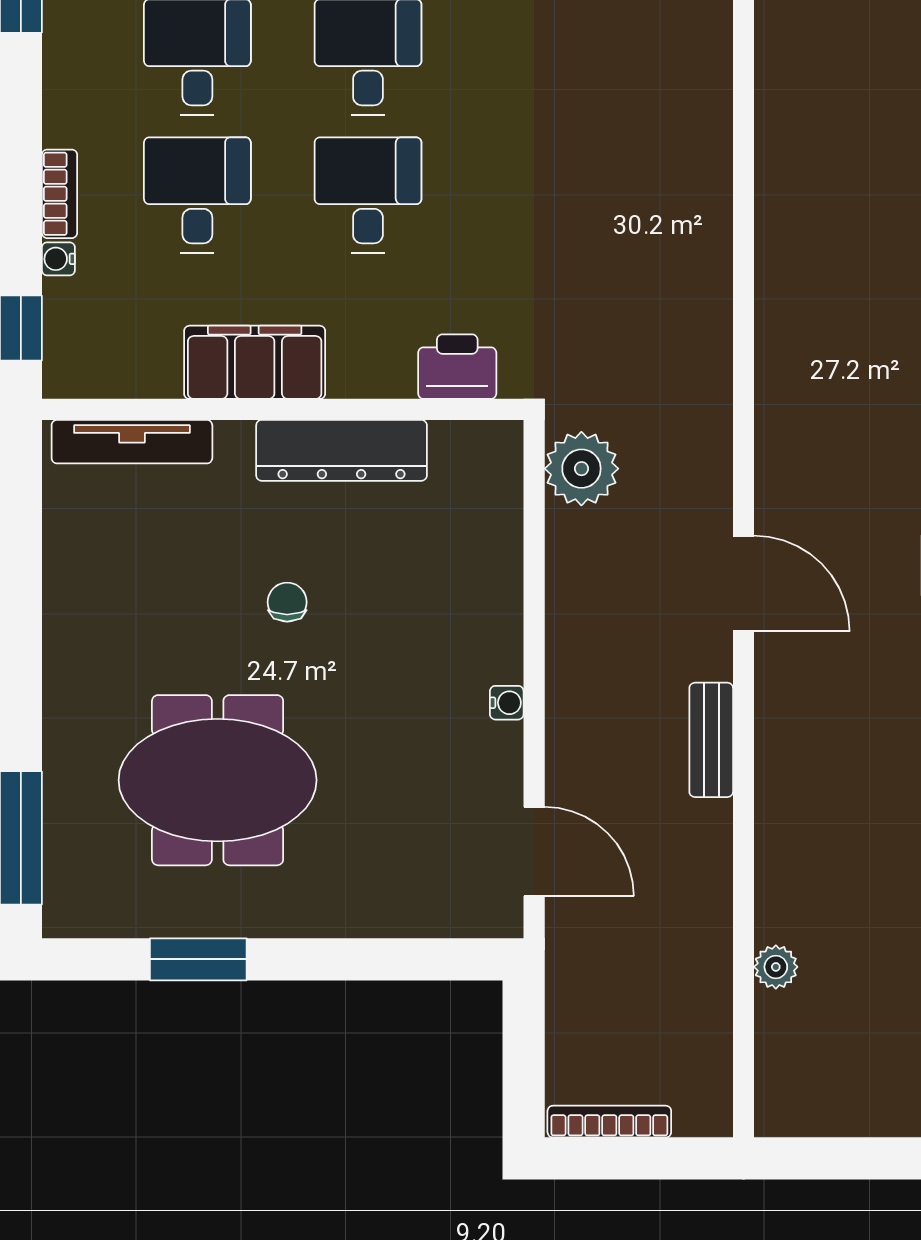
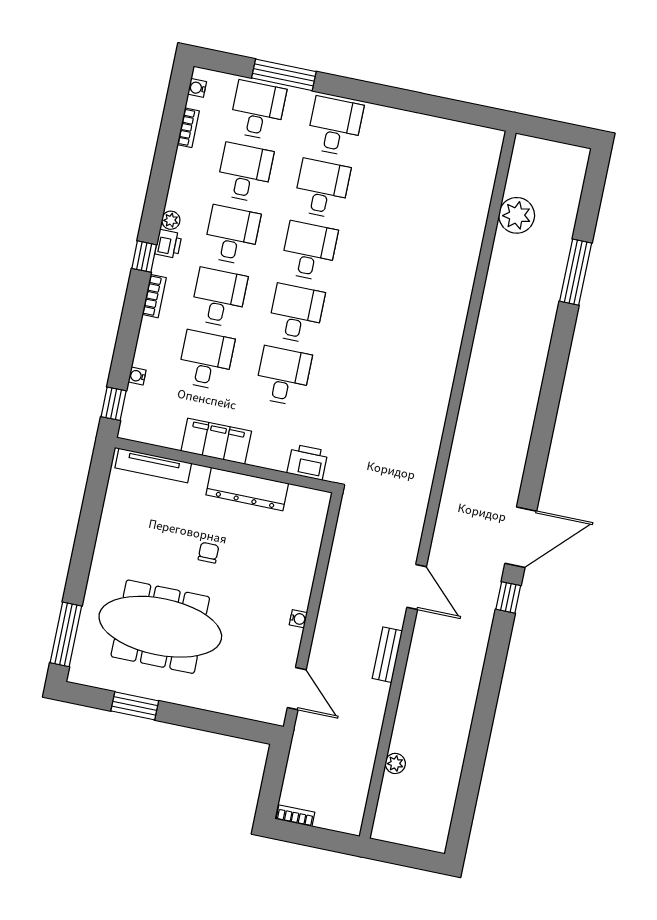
bookcase: (59, 194) -> (154, 296), moved
plant: (581, 469) -> (354, 520), removed
meeting table: (218, 780) -> (160, 627), width x1.36
bookcase: (609, 1122) -> (295, 816), width x0.64

